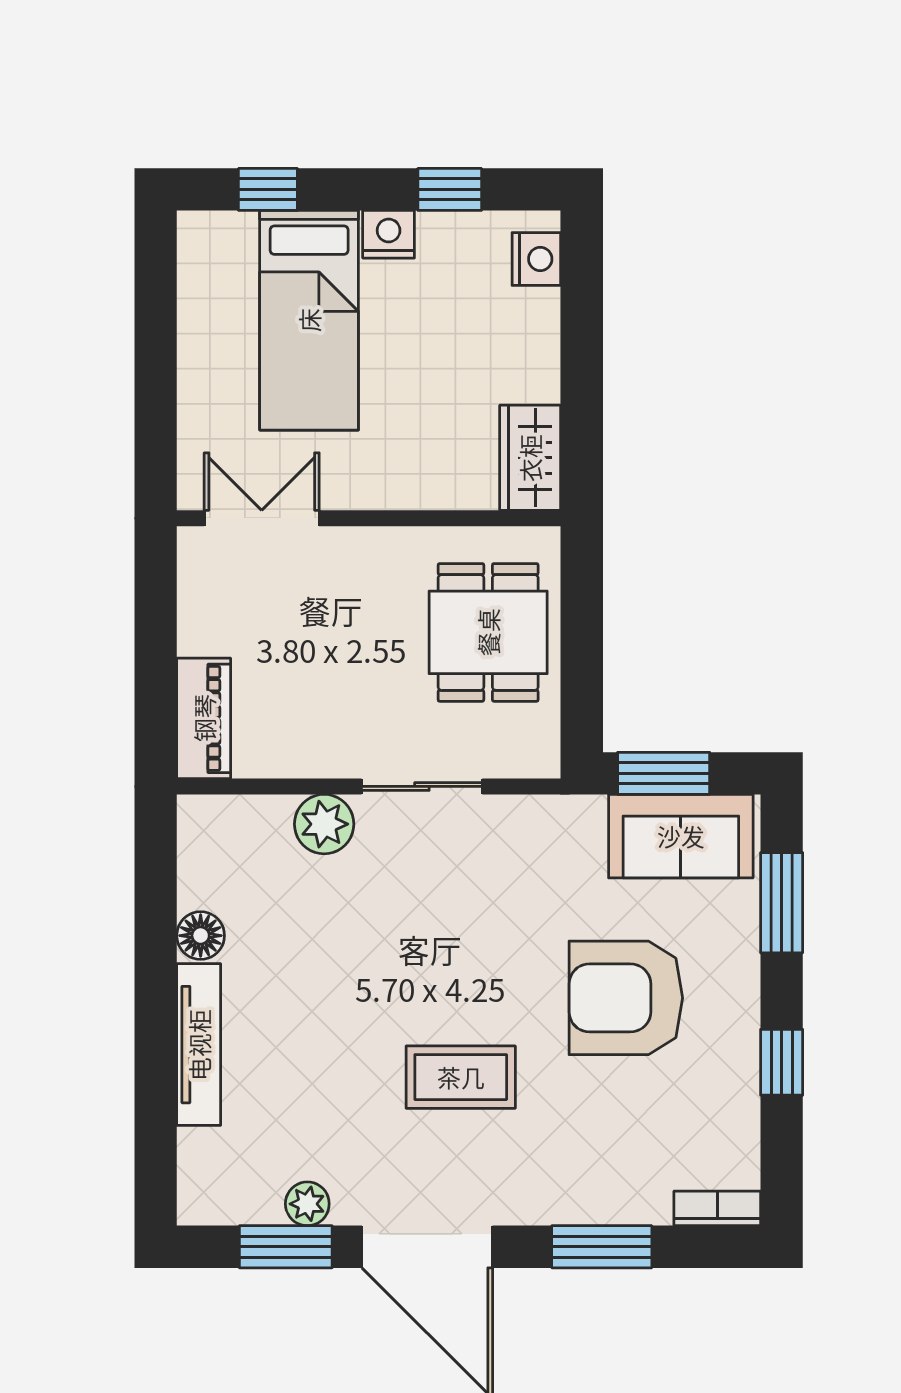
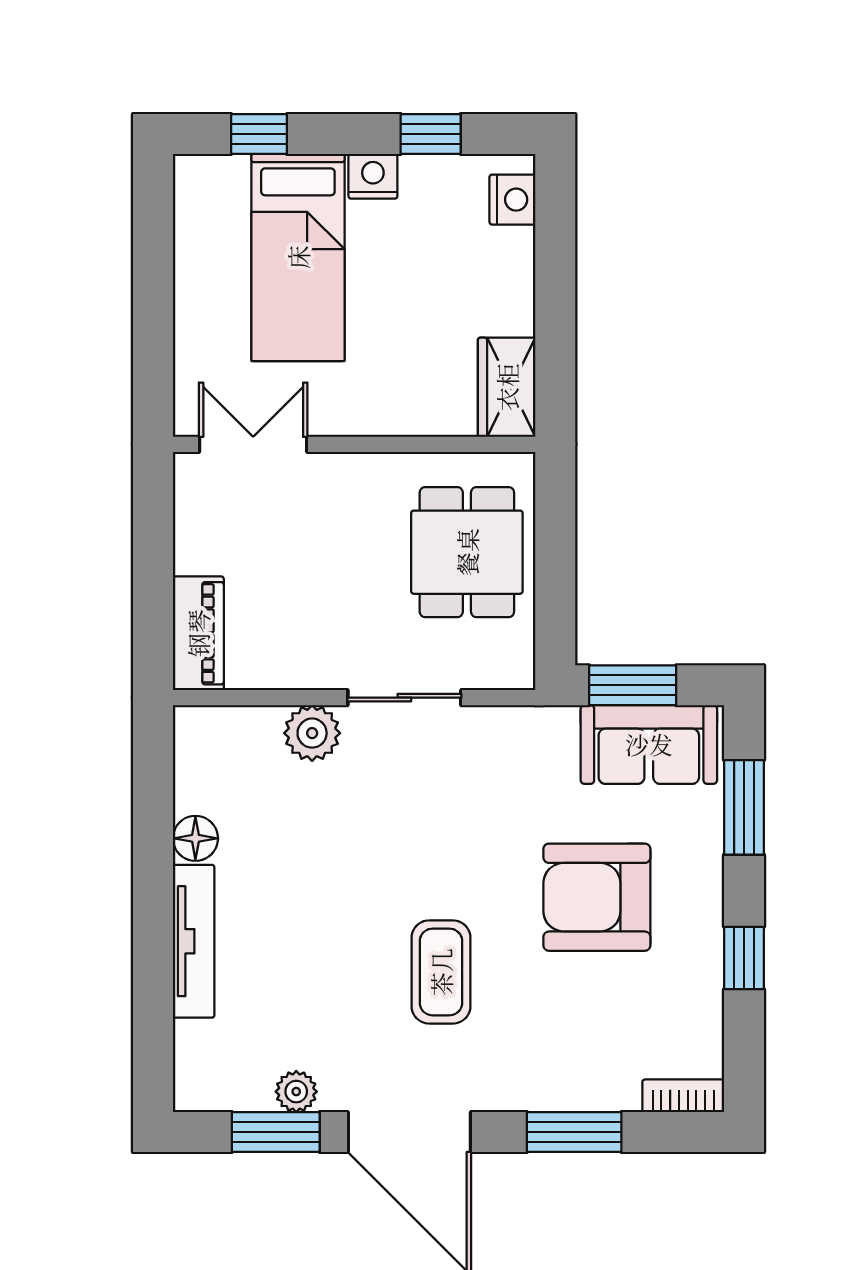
coffee table: (461, 1077) -> (441, 972), turned 90

